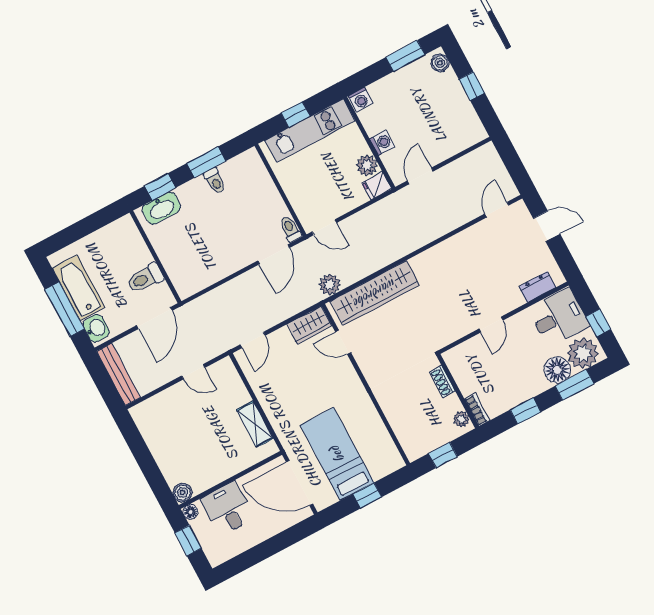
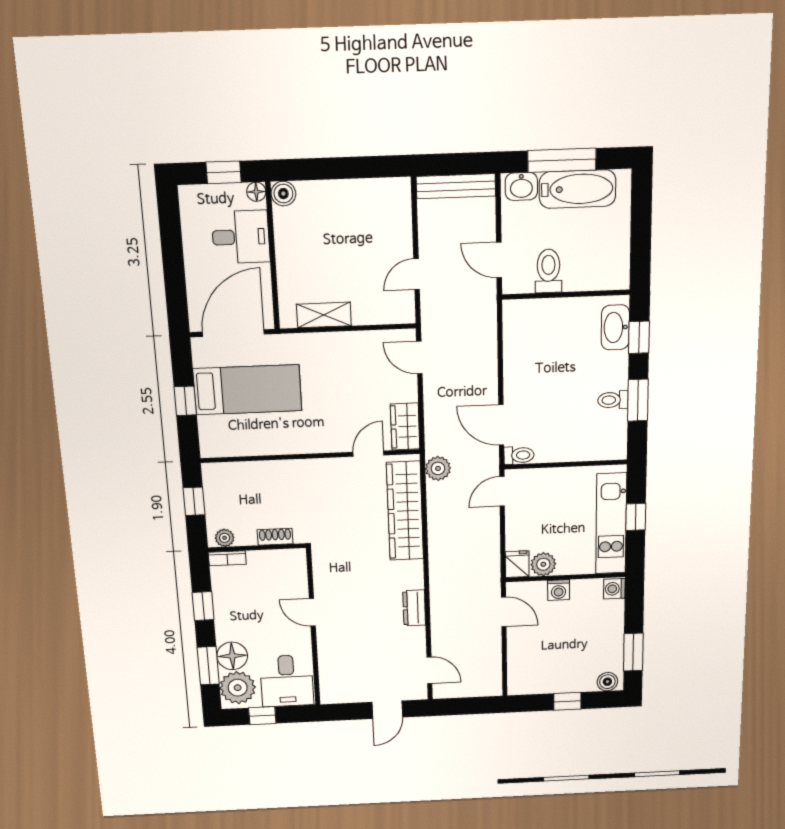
dresser: (537, 287) -> (414, 608), moved, turned 180
door: (154, 318) -> (499, 260), width x0.73

